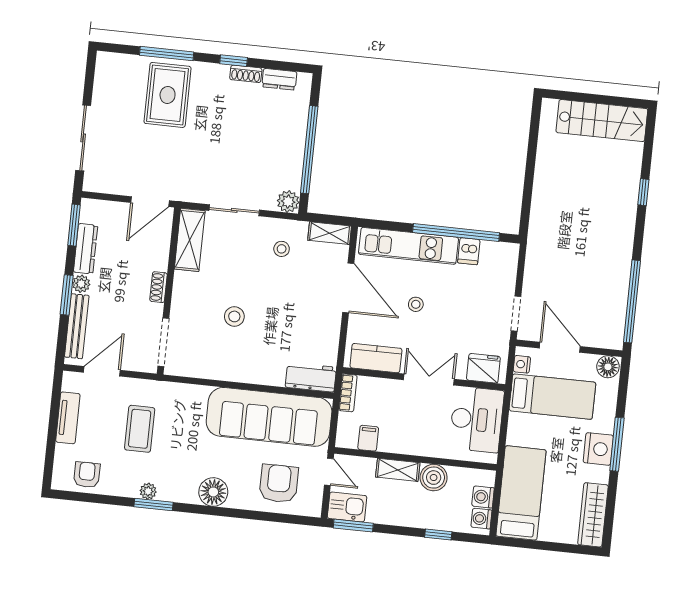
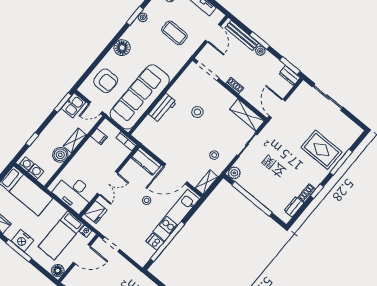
dresser: (86, 249) -> (290, 76), moved, width x0.70
kitchen counter: (376, 358) -> (146, 161), moved, turned 90
workbench: (311, 377) -> (163, 108), moved

